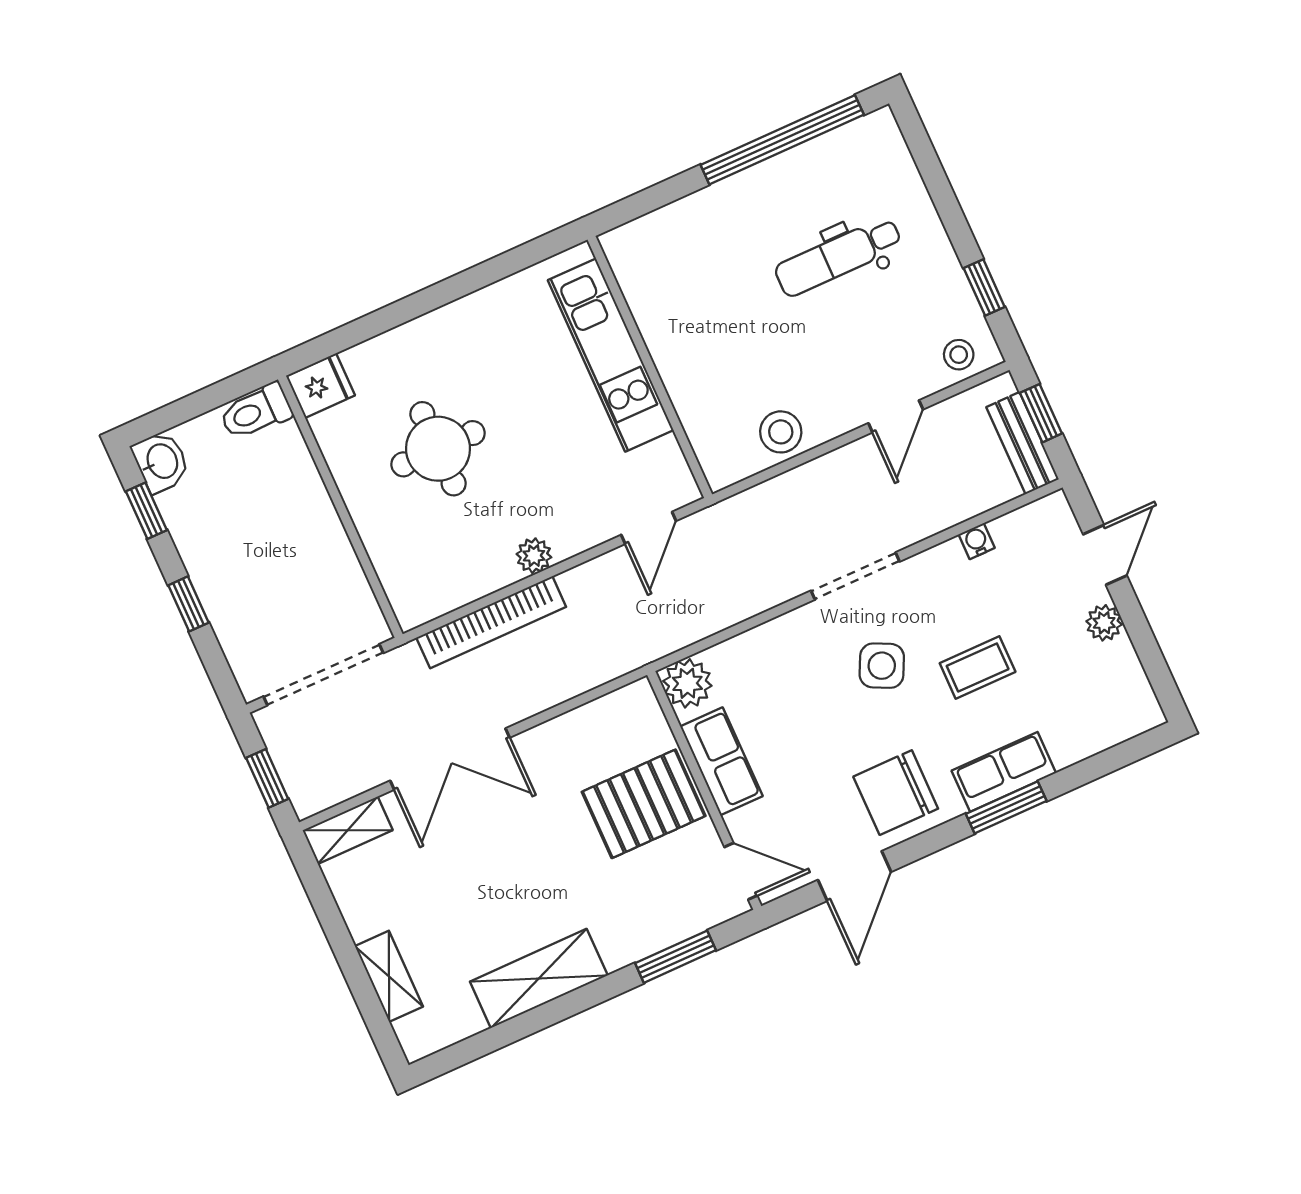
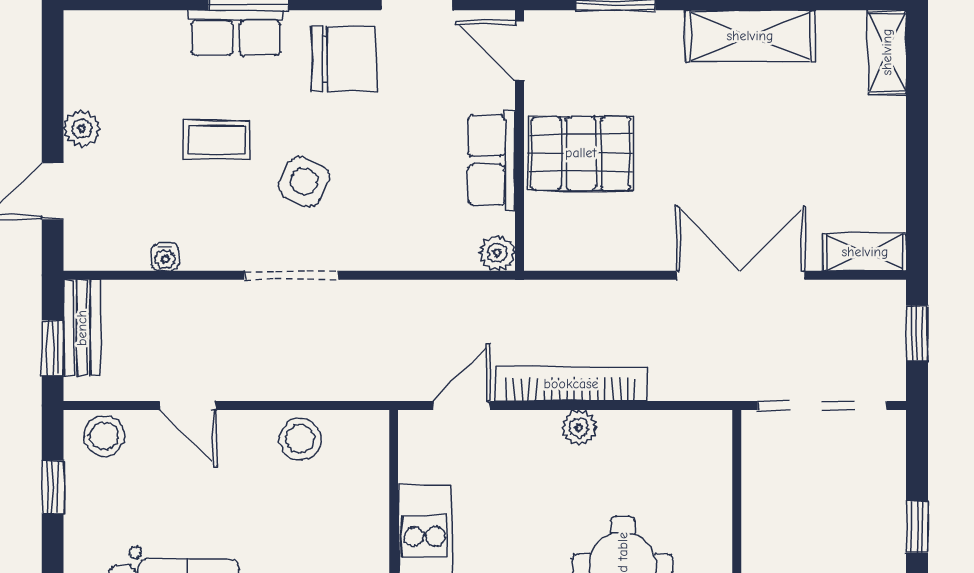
stool: (959, 355) -> (104, 436), width x1.37, depth x1.37
door: (896, 416) -> (188, 405), swing flipped
bookcase: (491, 622) -> (571, 384), moved
plant: (687, 683) -> (497, 253), width x0.73, depth x0.73
shelving: (389, 976) -> (887, 52), moved

